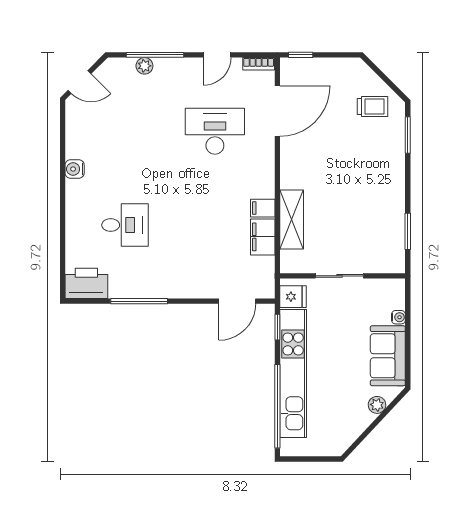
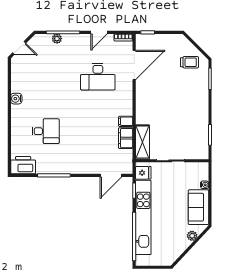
desk: (215, 131) -> (98, 77), turned 180
shelving: (292, 219) -> (142, 142), moved

